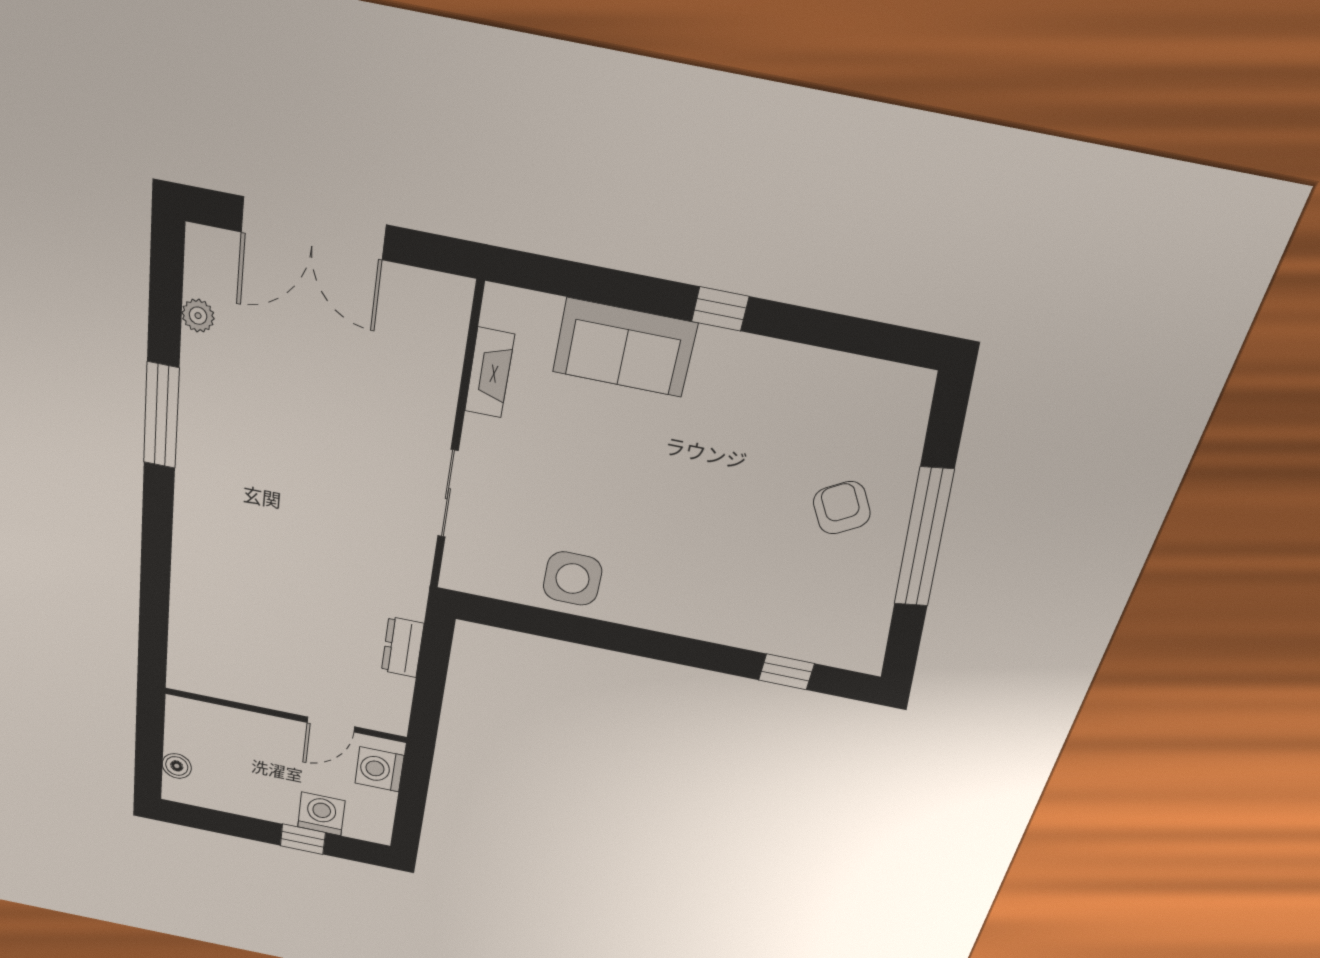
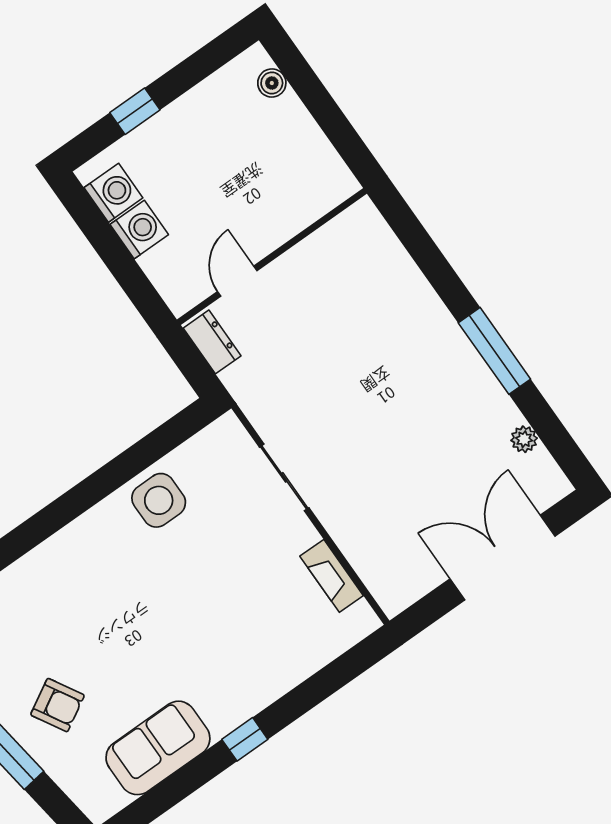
sofa: (625, 348) -> (158, 748), moved
wall: (286, 715) -> (272, 257), moved
door: (331, 725) -> (237, 281), moved
washing machine: (321, 814) -> (113, 193), moved, turned -90

